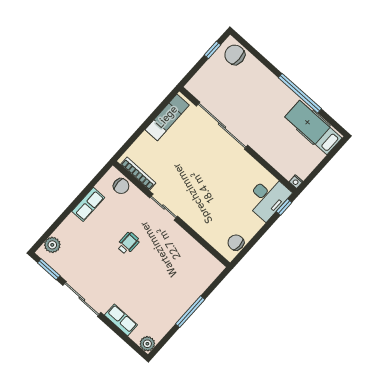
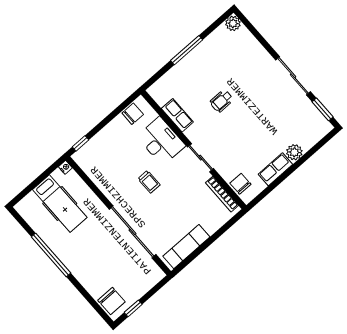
hospital bed: (313, 128) -> (60, 203), moved
trolley: (212, 177) -> (149, 182), added
desk: (268, 197) -> (161, 141), moved, turned 90
wheelchair: (128, 243) -> (222, 101), moved
chair: (236, 243) -> (133, 114), turned -90
plant: (52, 245) -> (294, 152), moved
row of seats: (121, 320) -> (177, 115), moved, turned 180

